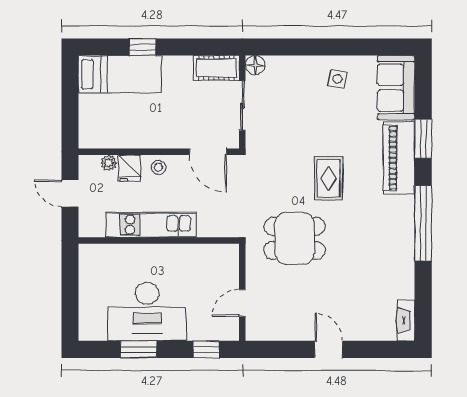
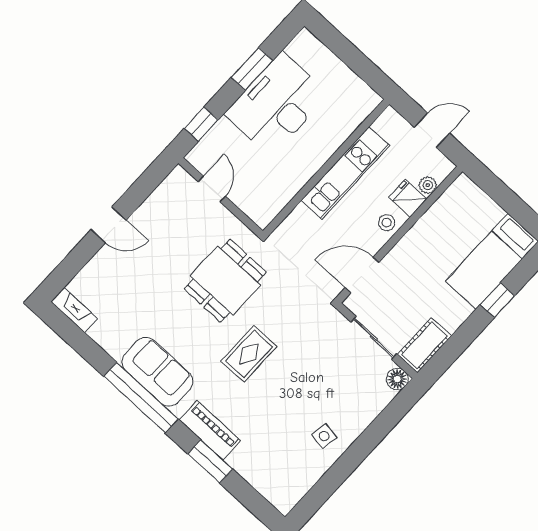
sofa: (396, 88) -> (157, 372), moved
piano: (399, 158) -> (210, 430), width x0.73, depth x0.75
rug: (329, 178) -> (249, 354), turned 90

